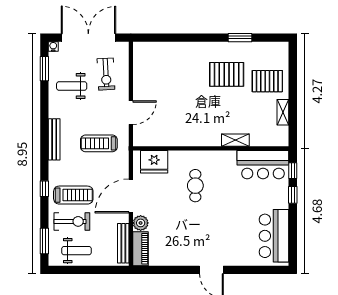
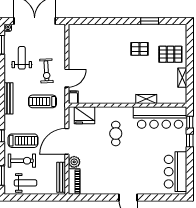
exercise bike: (106, 74) -> (46, 71), moved
pallet: (227, 74) -> (140, 49), width x0.67, depth x0.71
weight bench: (72, 86) -> (22, 58), turned 90
filing cabinet: (139, 138) -> (73, 97), added
bar counter: (263, 165) -> (160, 118), width x1.36

